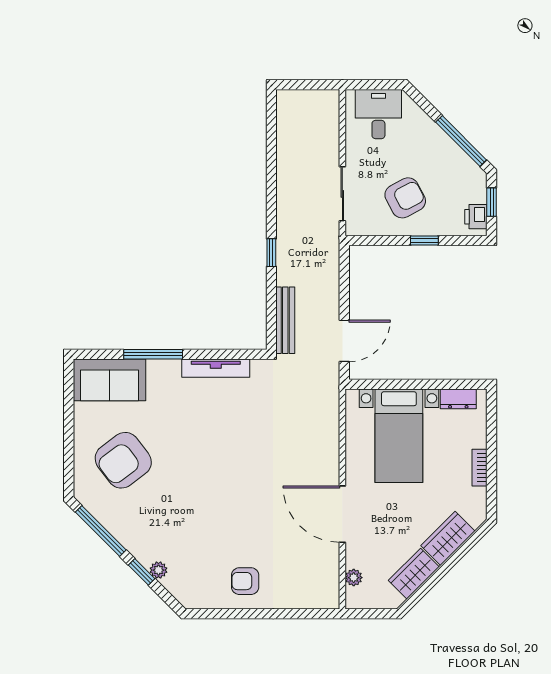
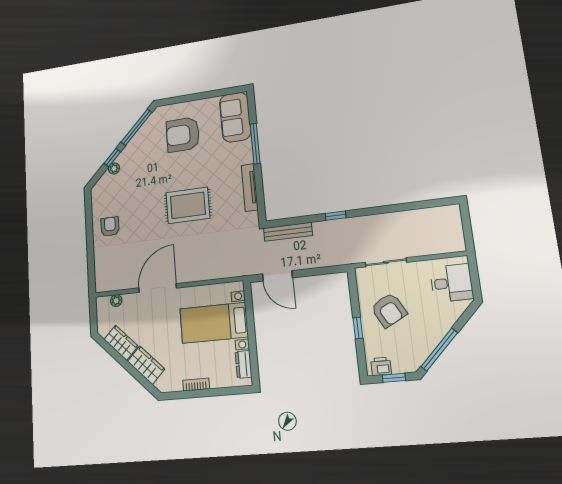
armchair: (123, 460) -> (183, 135), turned -53
rug: (229, 460) -> (188, 205), added

